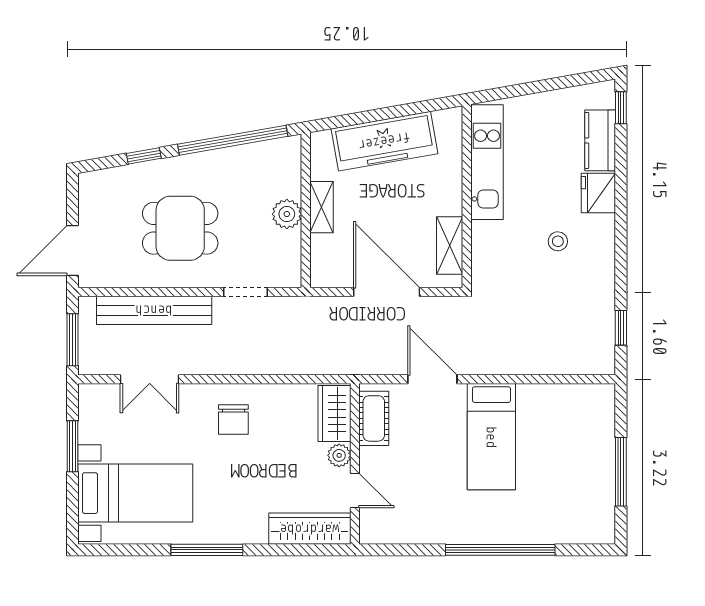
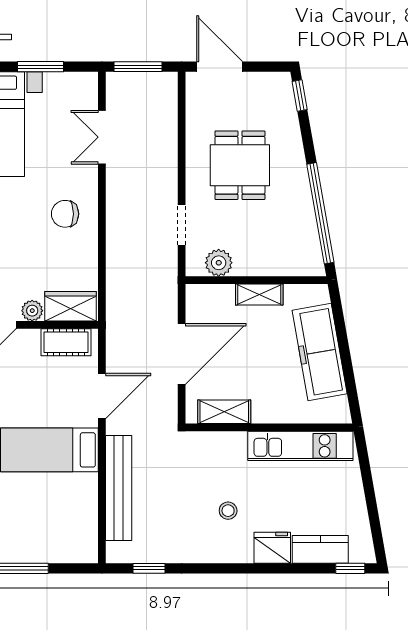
window: (144, 156) -> (300, 95), moved
plant: (287, 214) -> (219, 263), moved
bench: (154, 310) -> (119, 488), moved

